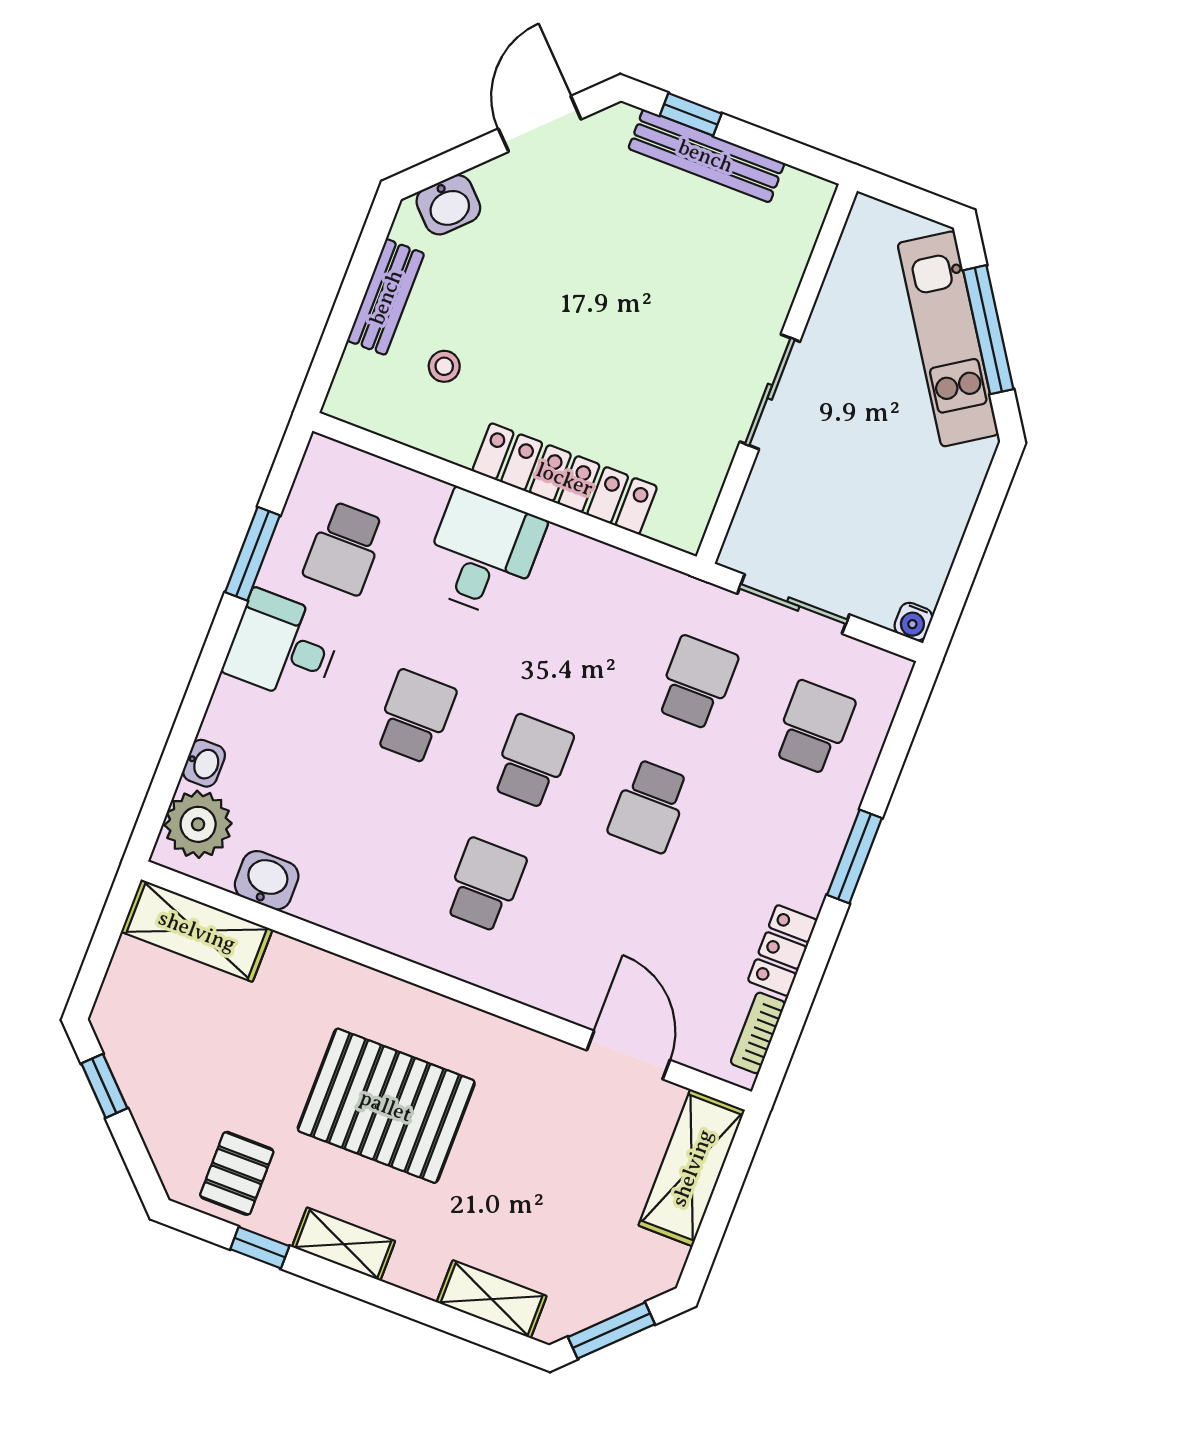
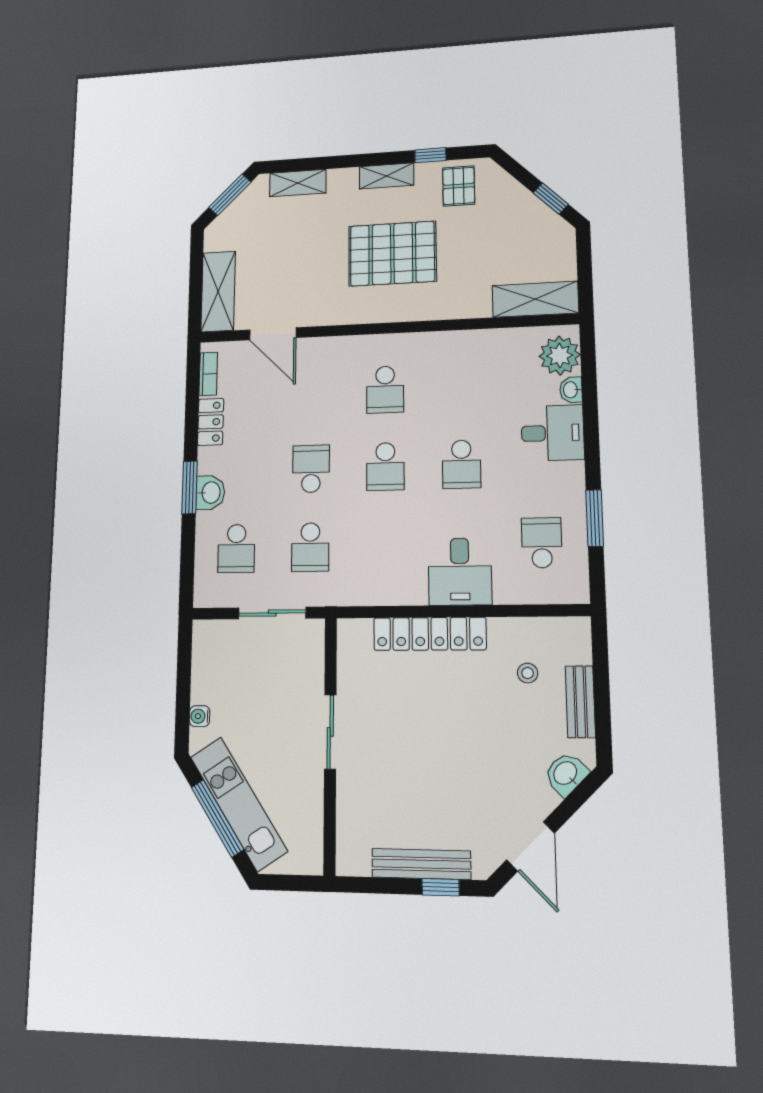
water cooler: (913, 622) -> (200, 716), moved, turned -90
desk: (283, 646) -> (553, 433), moved
washbasin: (267, 880) -> (210, 493), moved, turned -90

